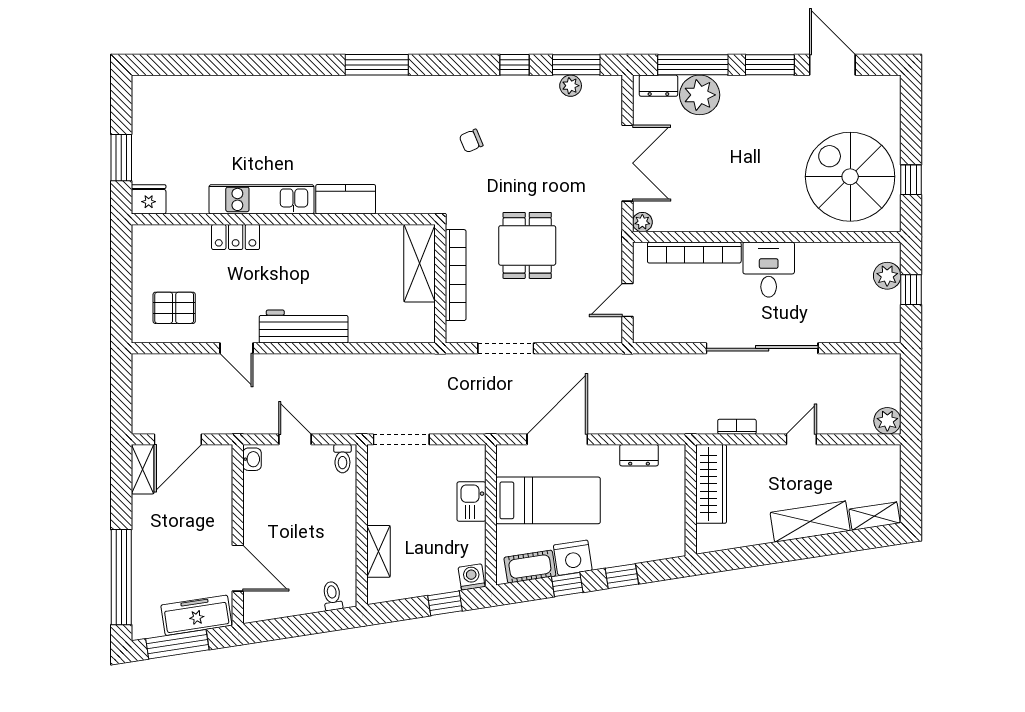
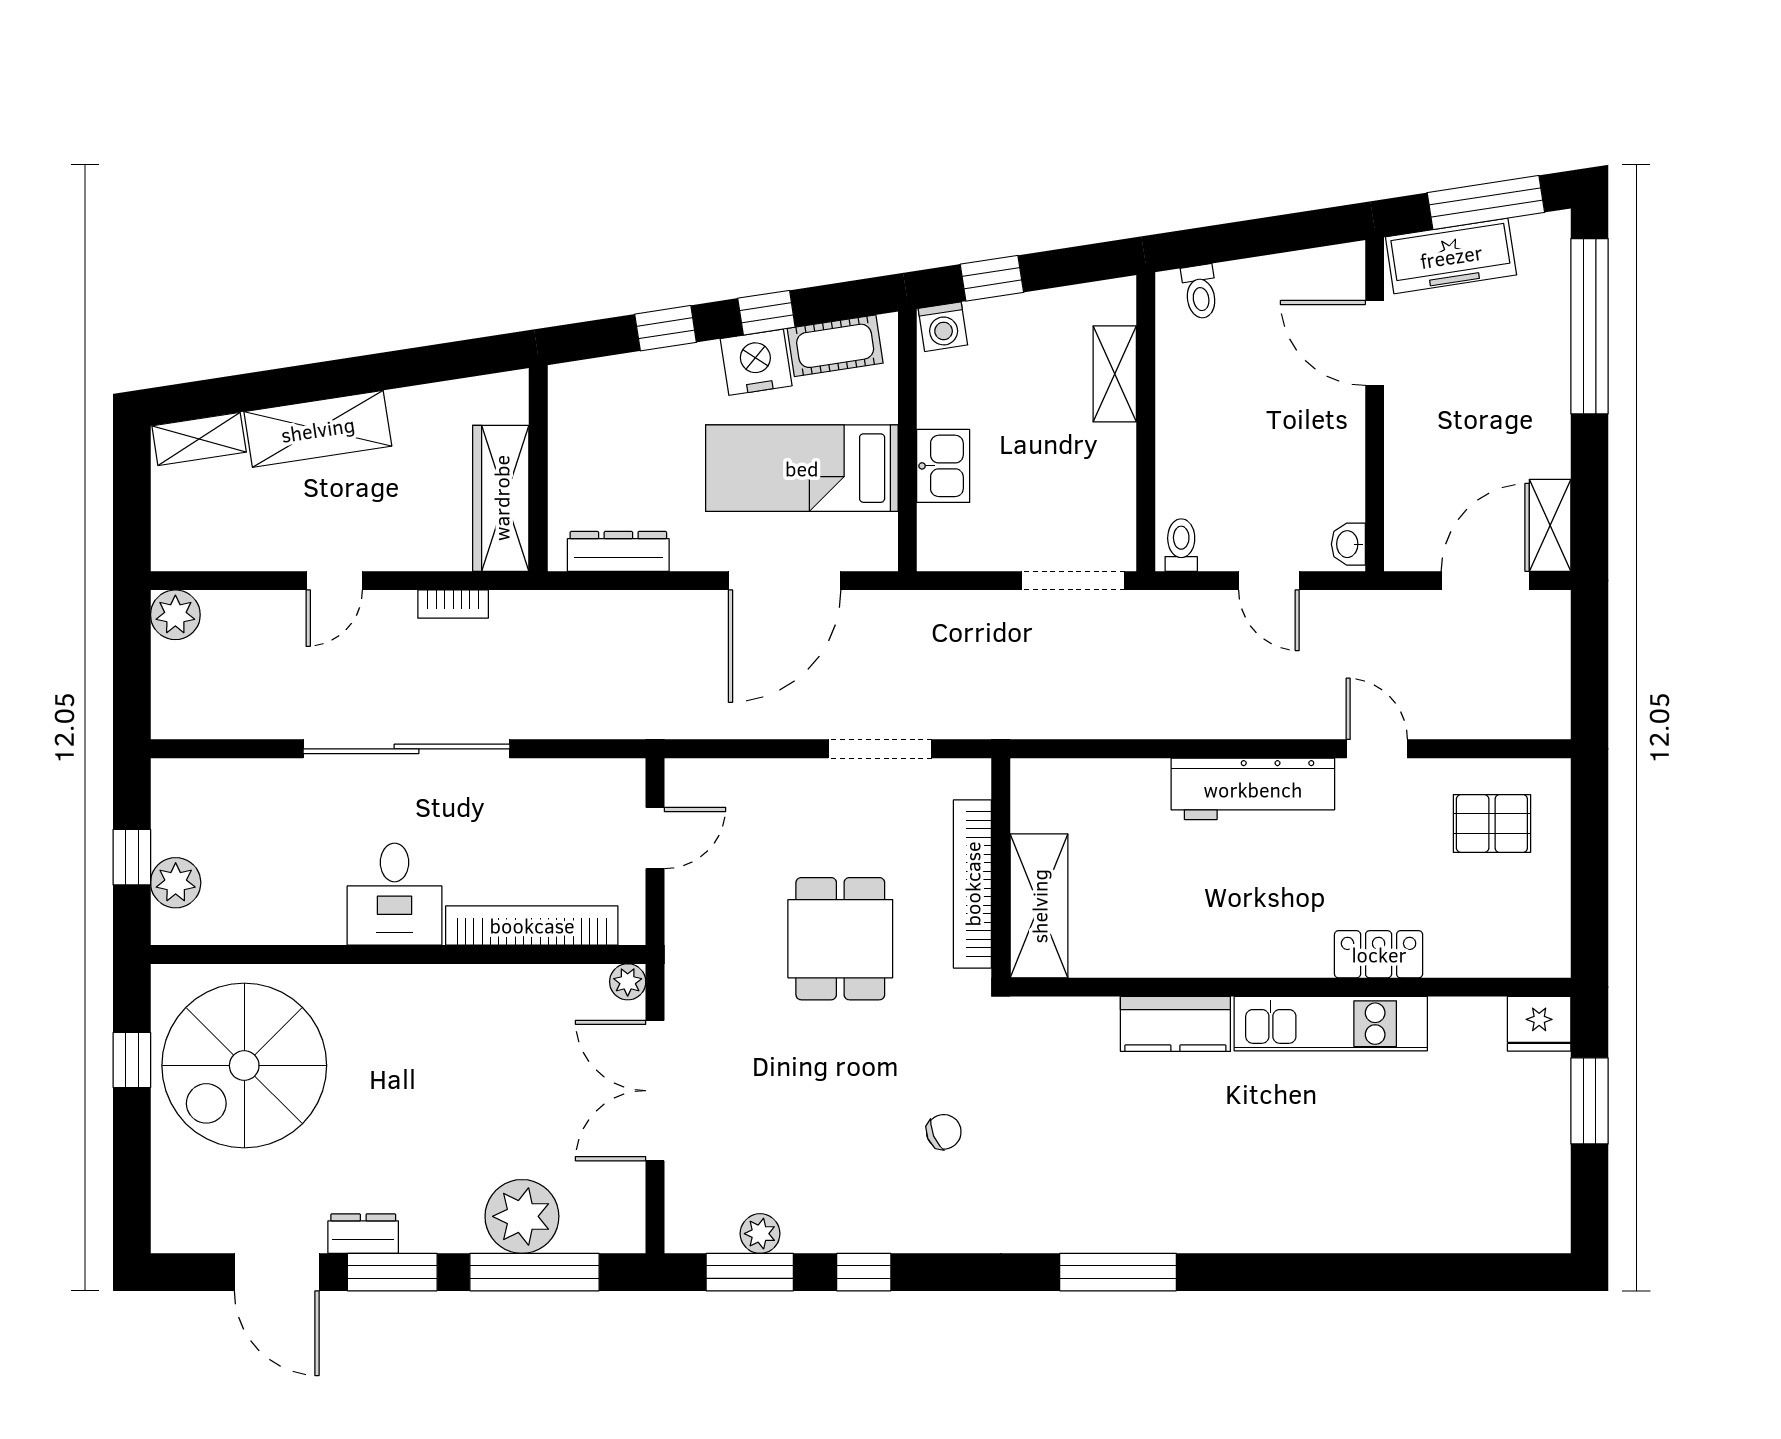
dresser: (658, 86) -> (363, 1234), moved
spiral stairs: (850, 177) -> (244, 1066), turned 90
dresser: (639, 455) -> (618, 551), width x1.44

